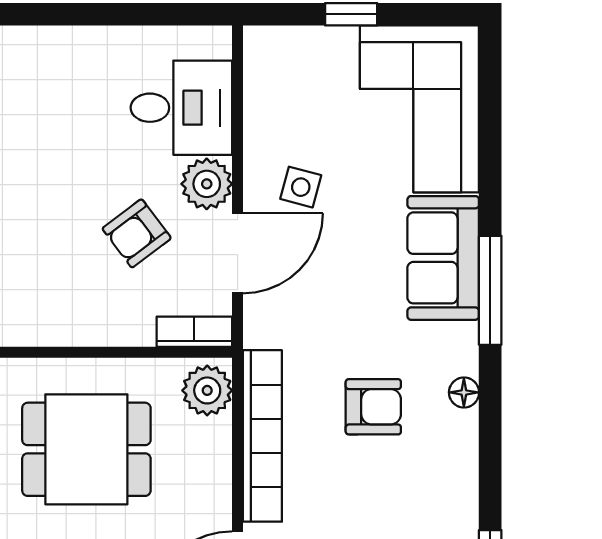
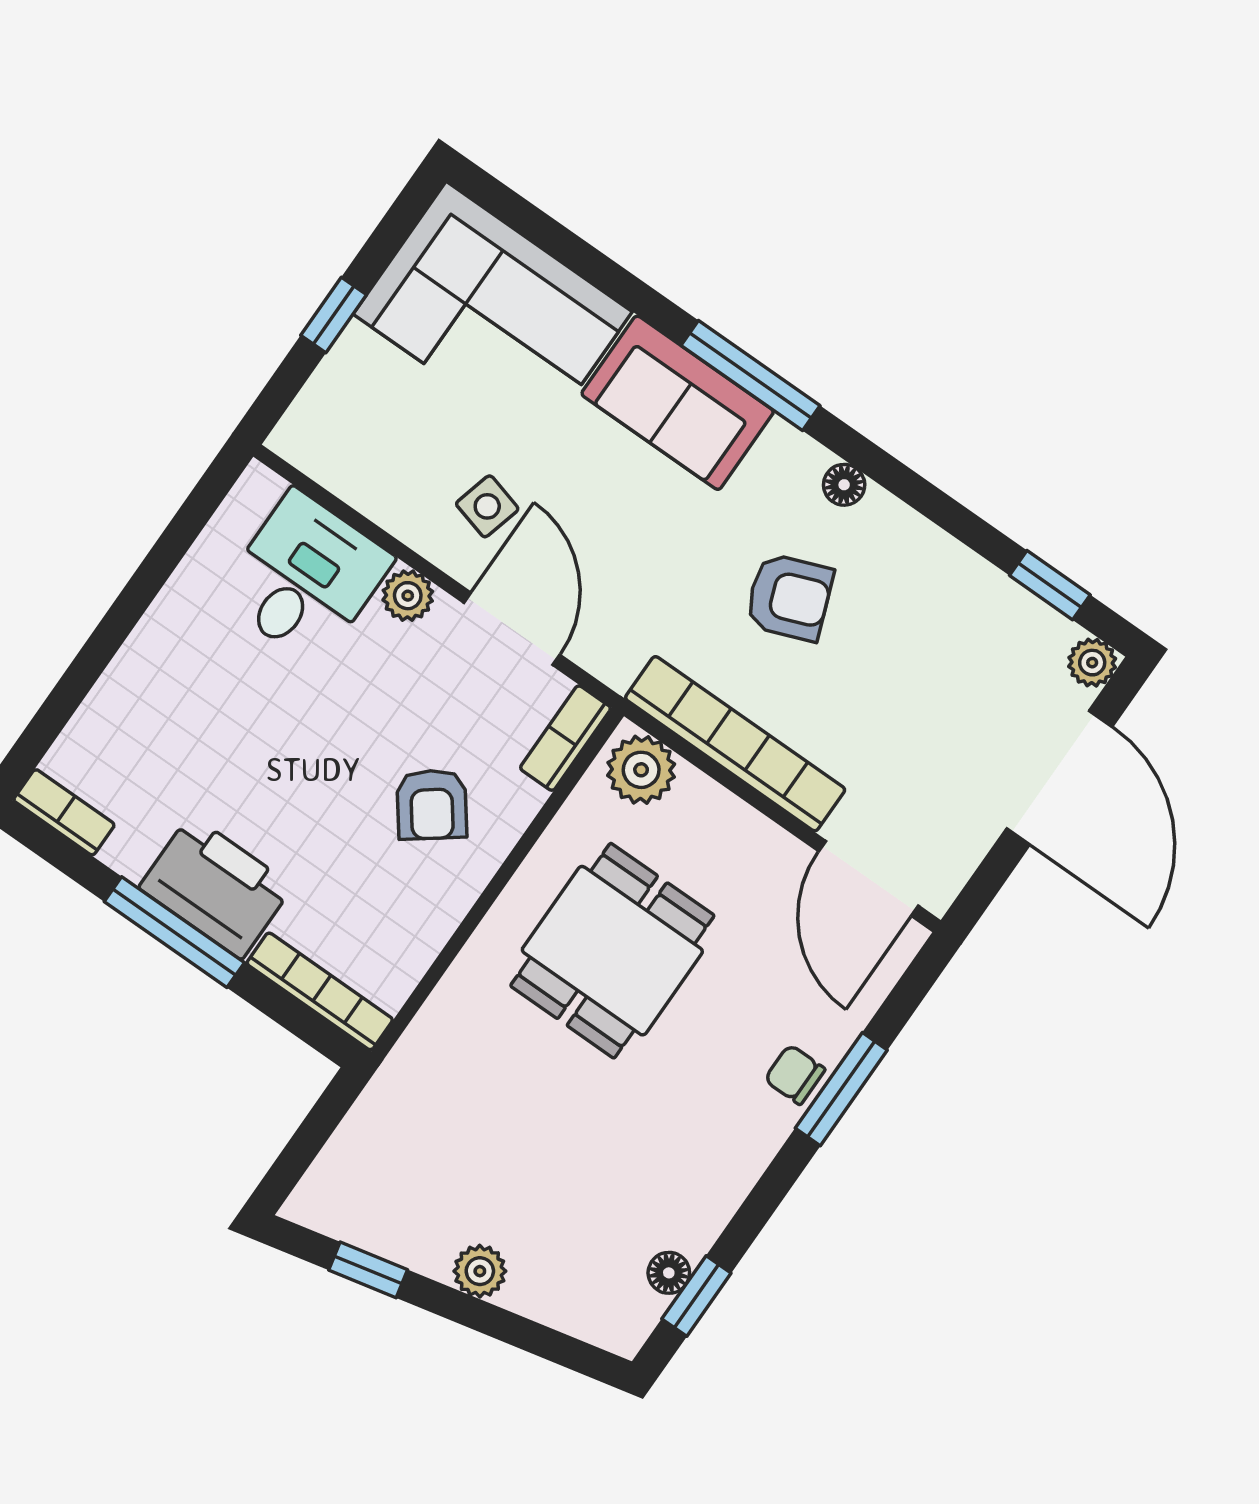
plant: (207, 184) -> (408, 596), width x0.73, depth x0.73
armchair: (137, 233) -> (432, 804), moved
armchair: (373, 407) -> (789, 597), turned 69

